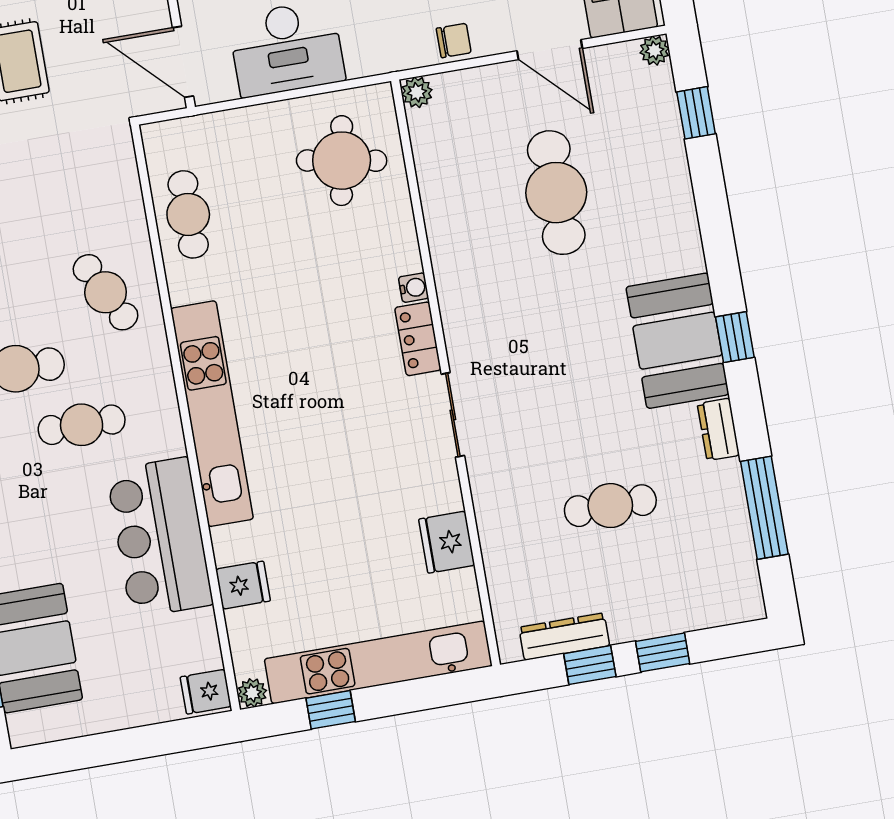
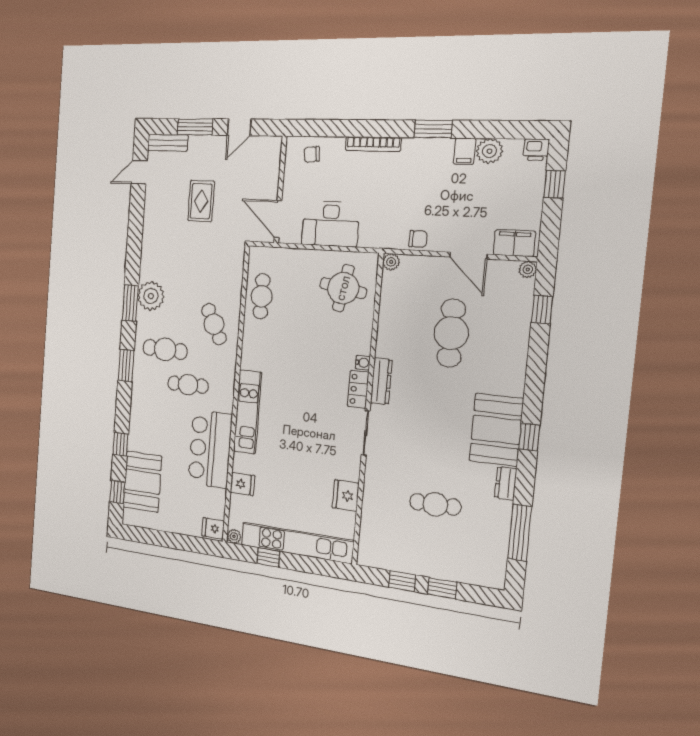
kitchen unit: (212, 414) -> (247, 412), width x0.73
dresser: (564, 637) -> (381, 381), moved, turned 90

